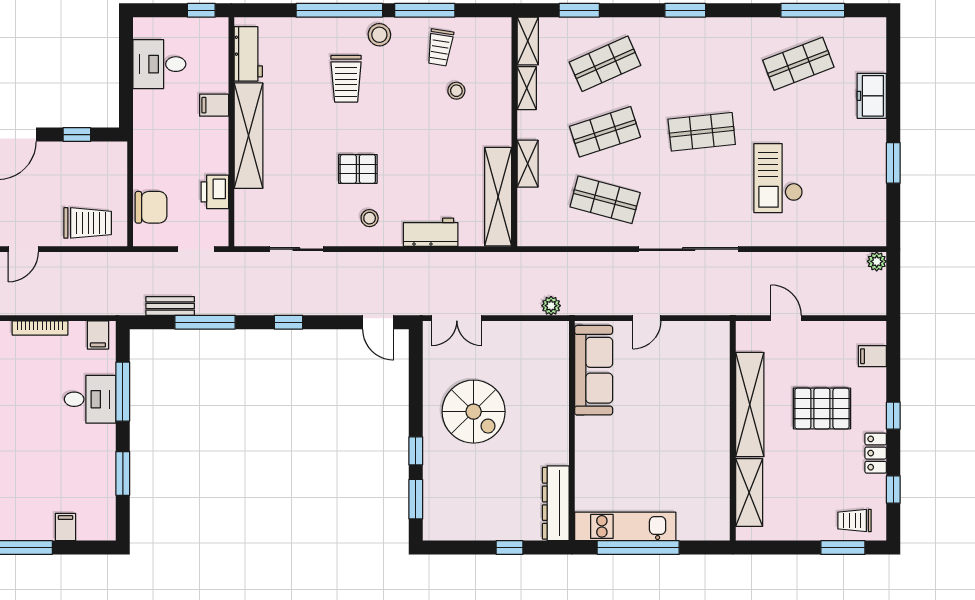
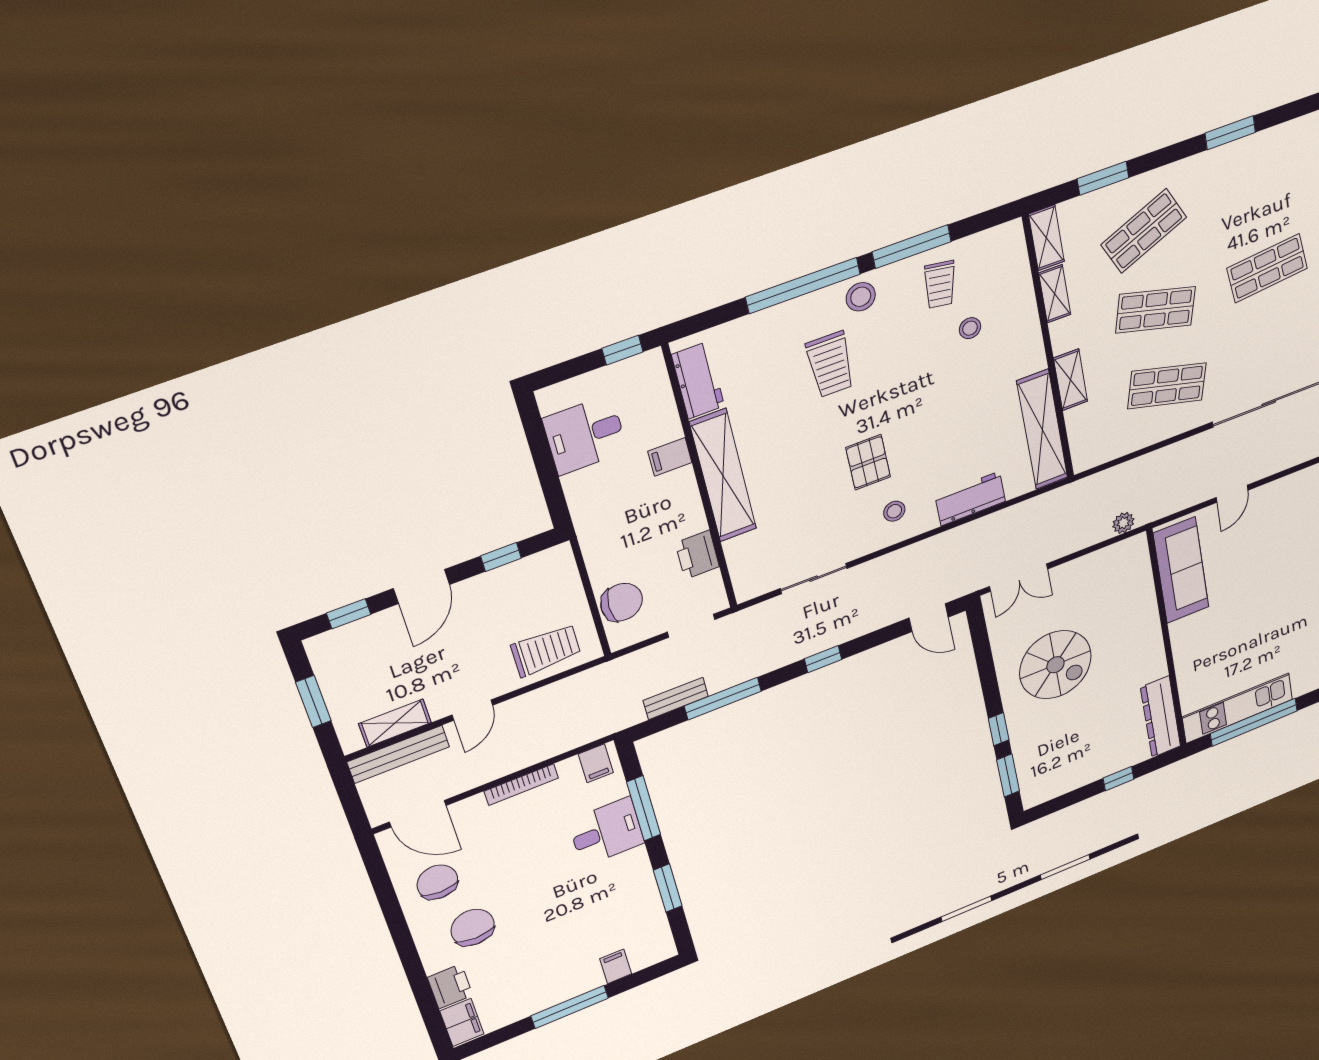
shop shelf: (605, 132) -> (1156, 310), turned 33
pallet: (358, 169) -> (868, 462), turned 90

